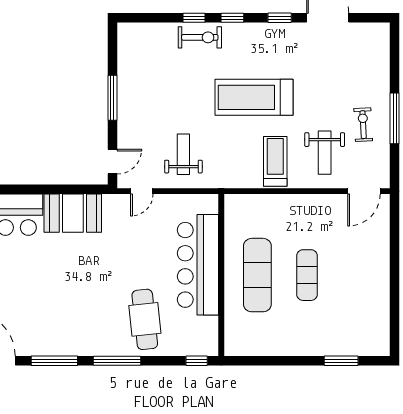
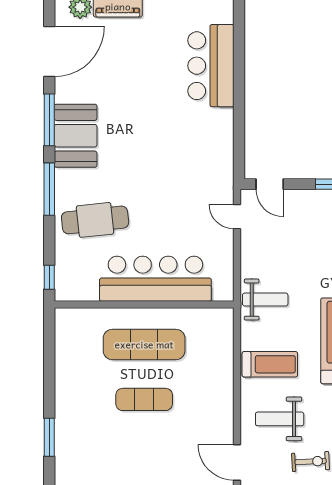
weight bench: (183, 154) -> (265, 300), moved
booth: (73, 213) -> (76, 136), moved

